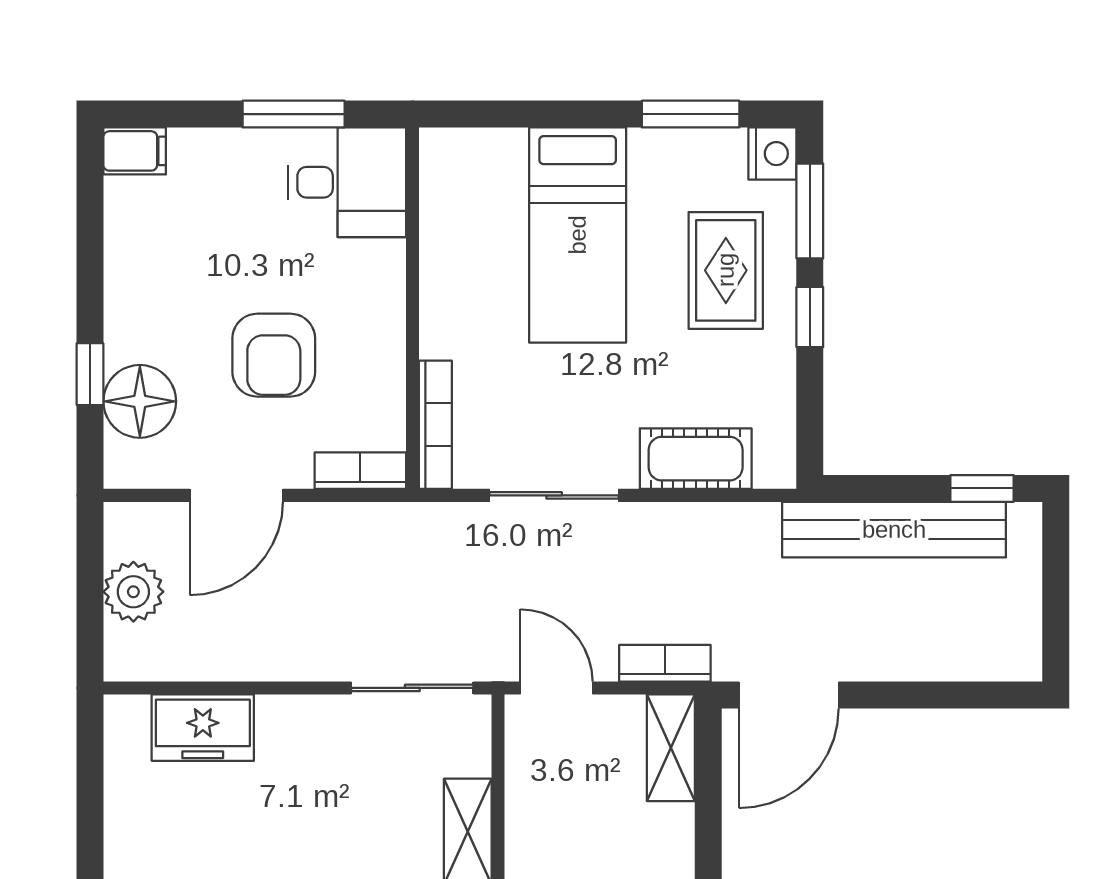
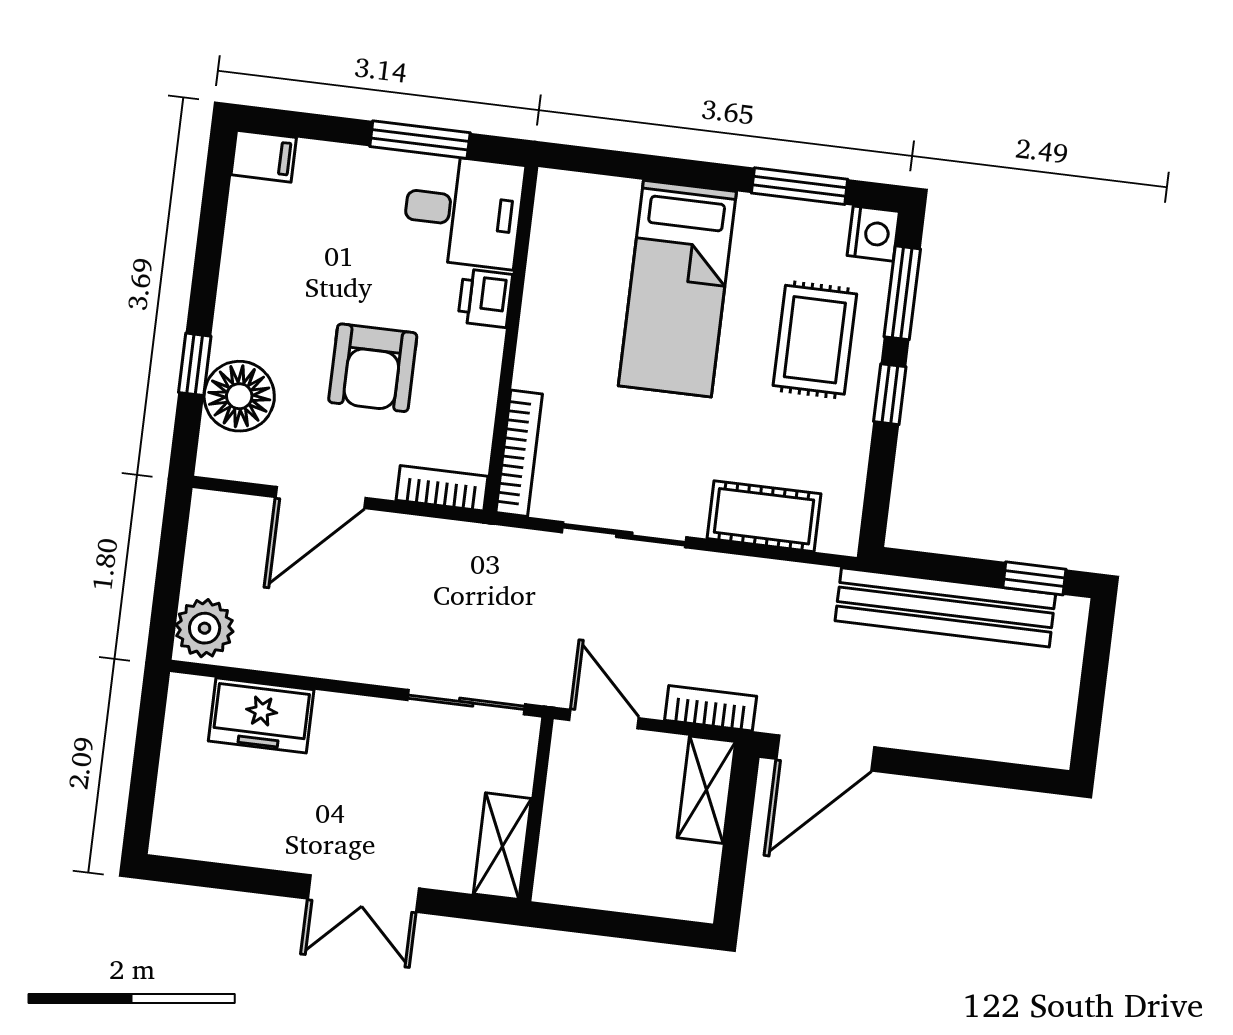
printer: (381, 269) -> (485, 298), added
plant: (133, 592) -> (205, 628), moved

